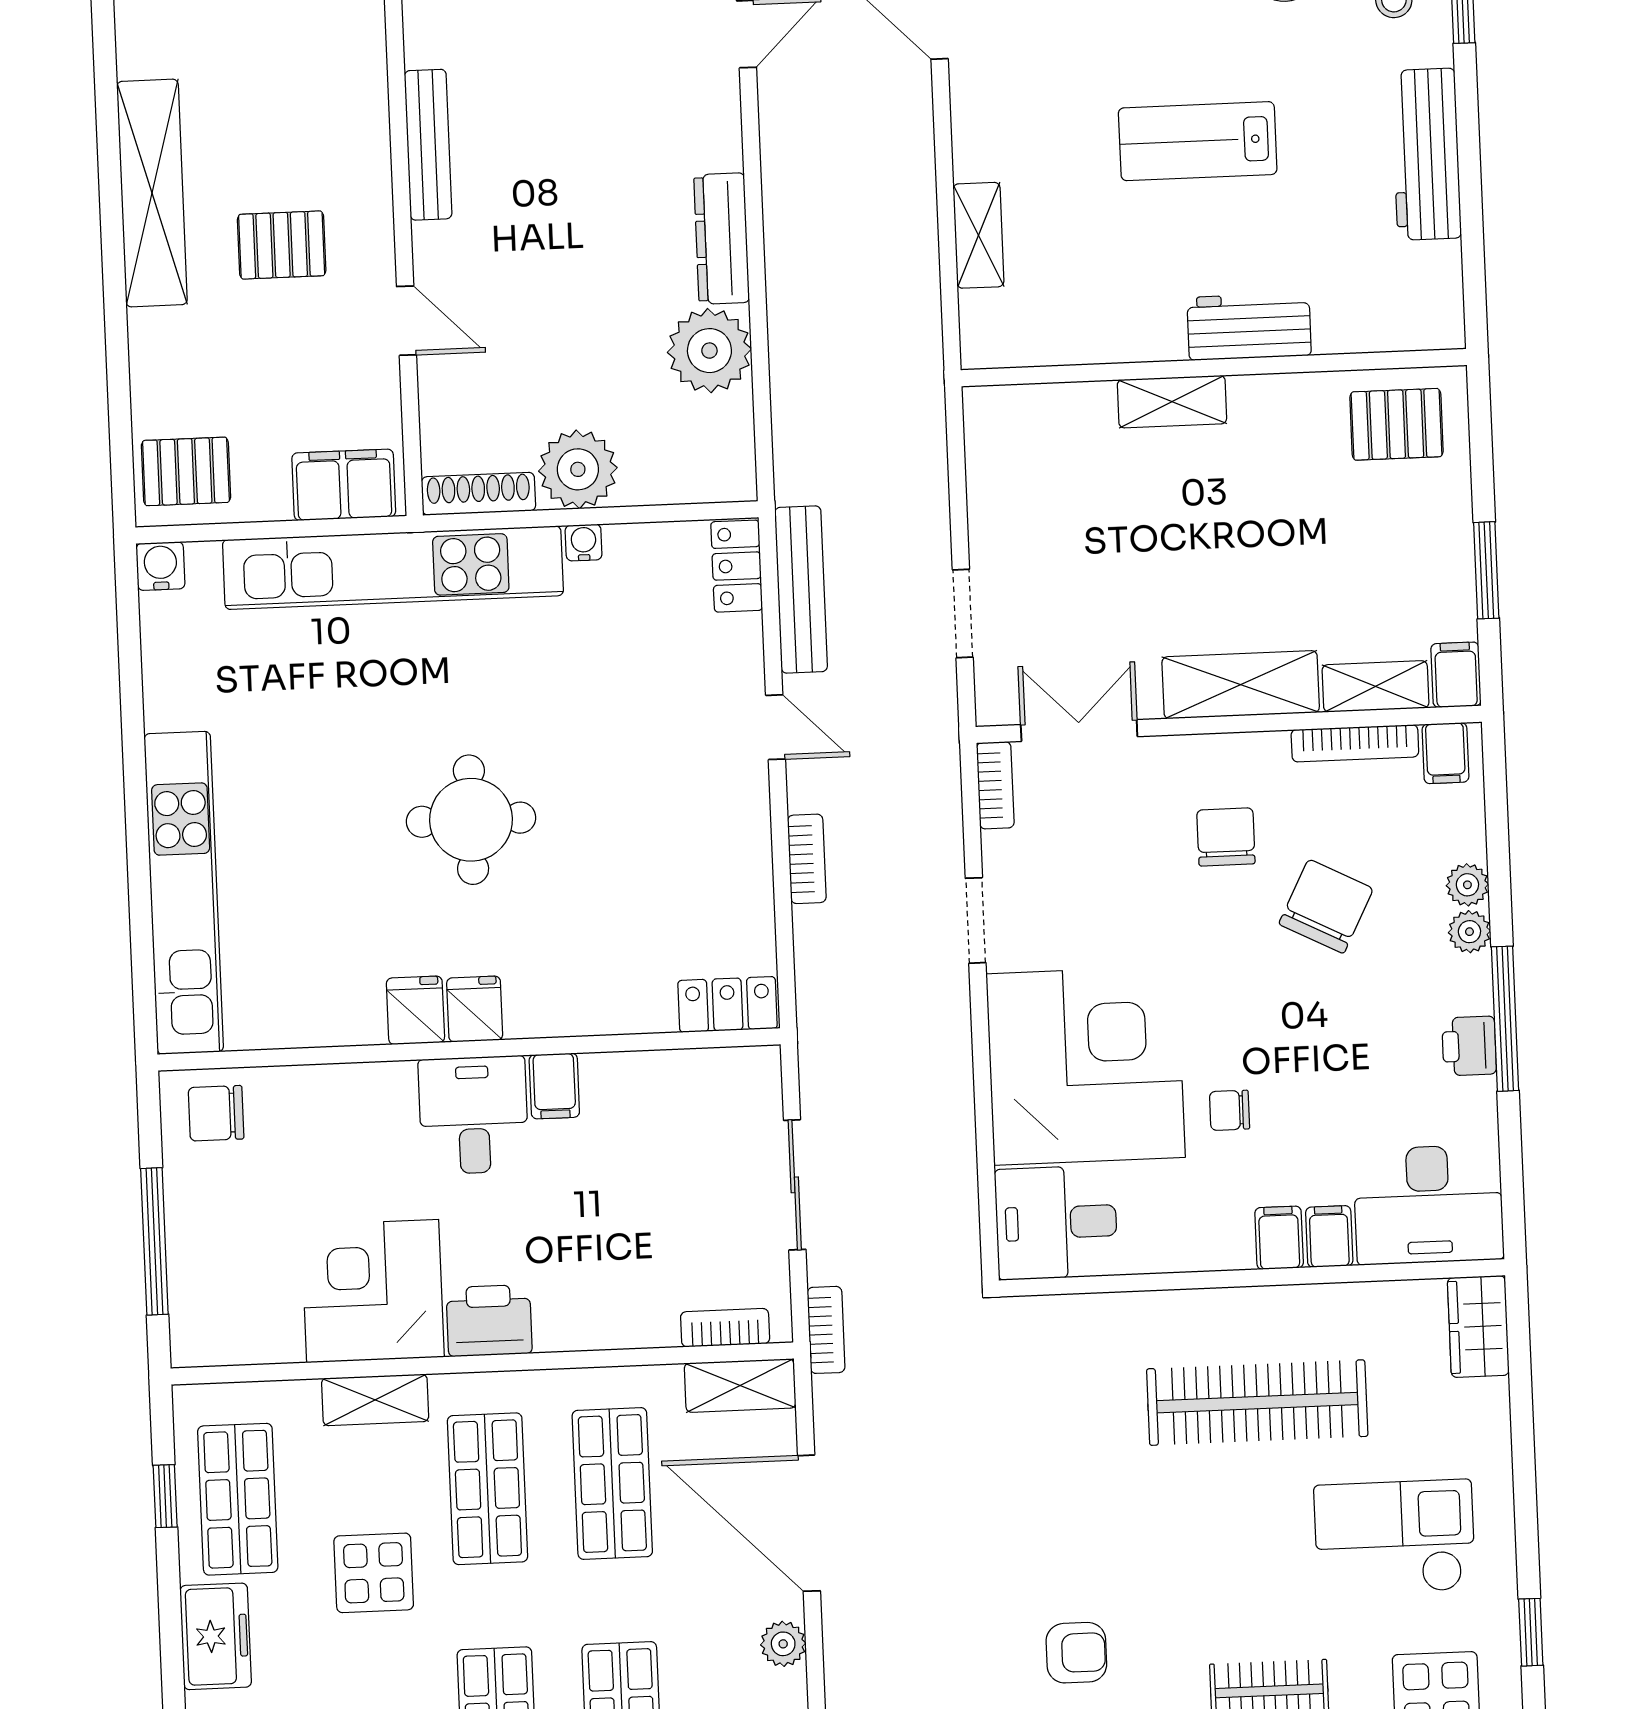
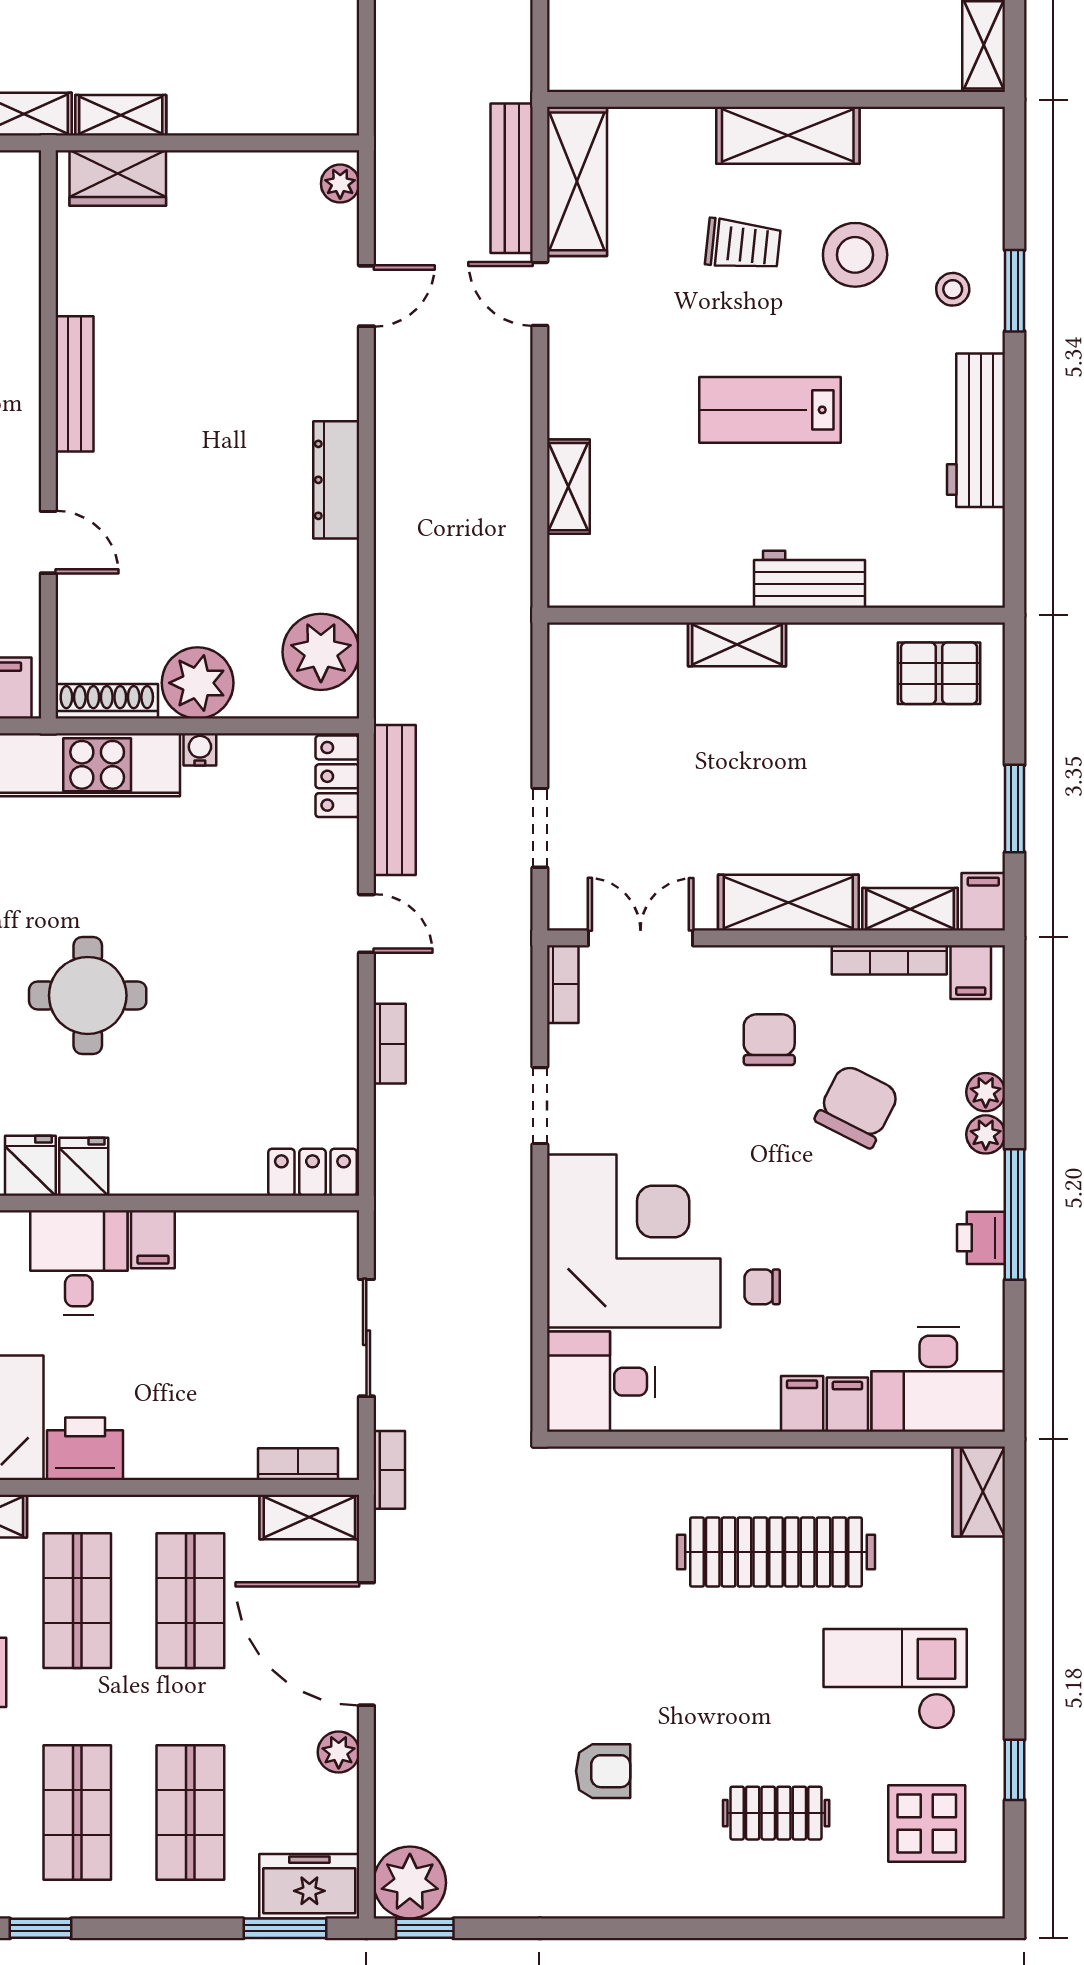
plant: (709, 351) -> (321, 652), moved

